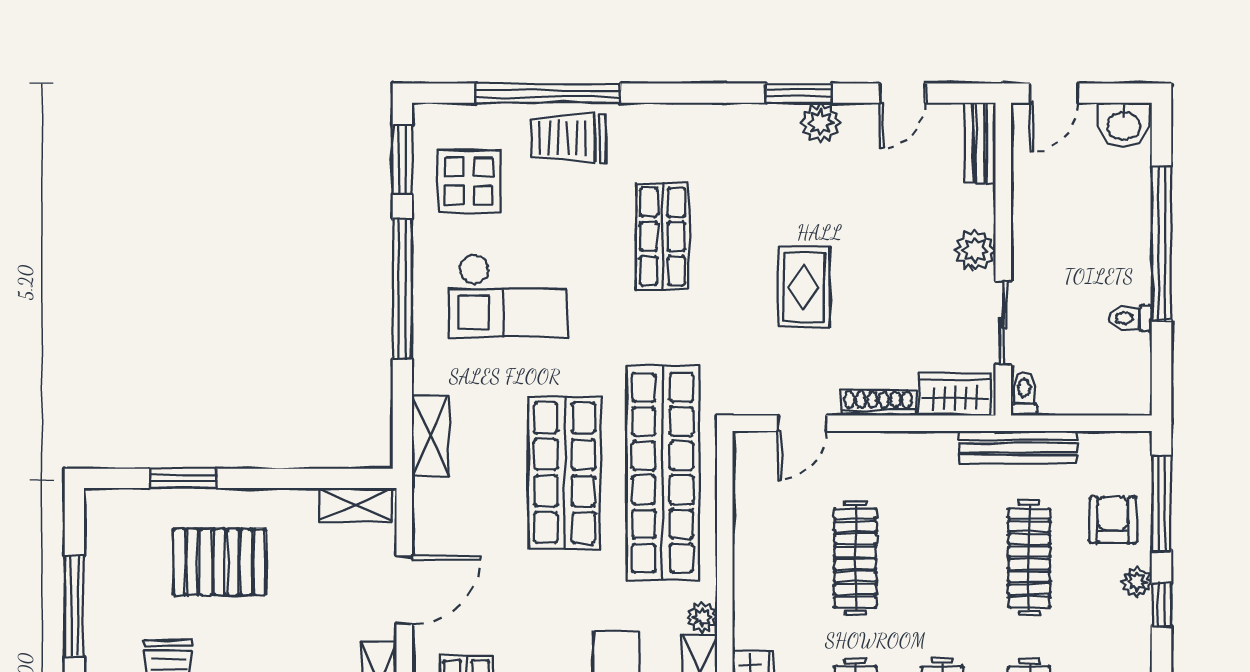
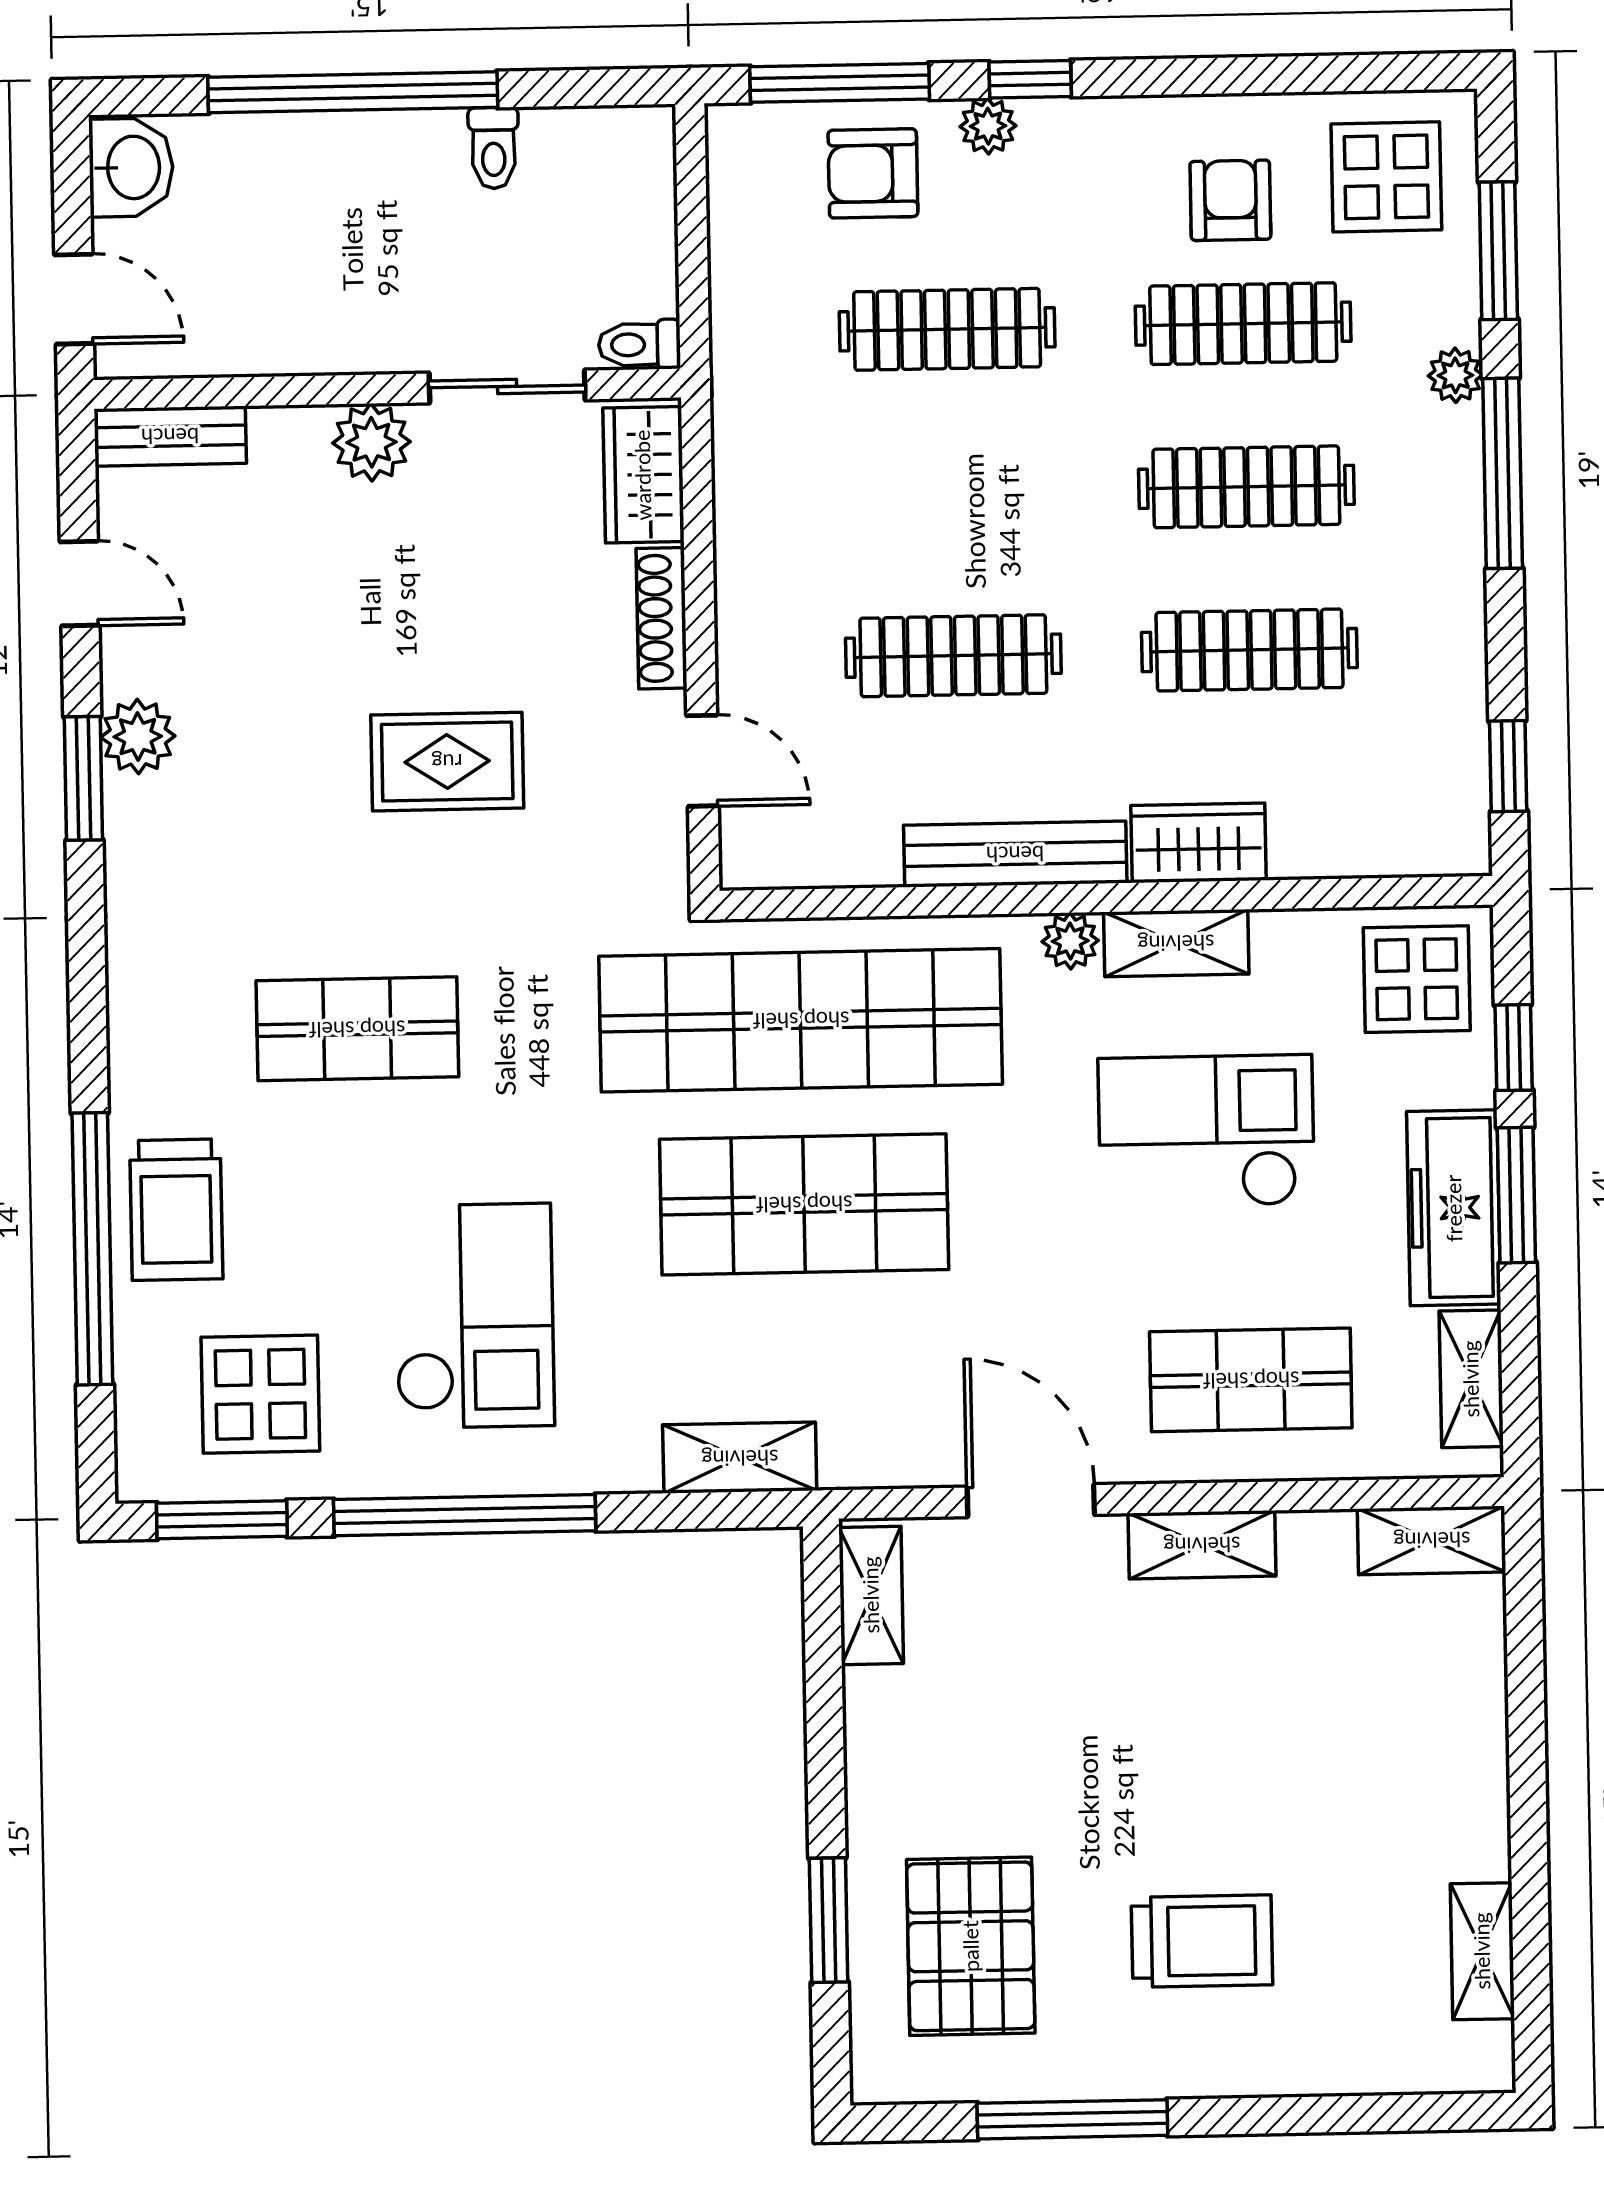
bench: (1018, 447) -> (1015, 854), moved, turned 90
pallet: (219, 562) -> (971, 1946), moved

